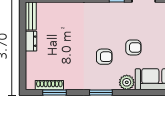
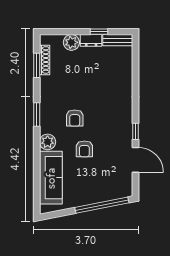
window: (23, 34) -> (99, 32), added
plant: (33, 60) -> (71, 42), added

